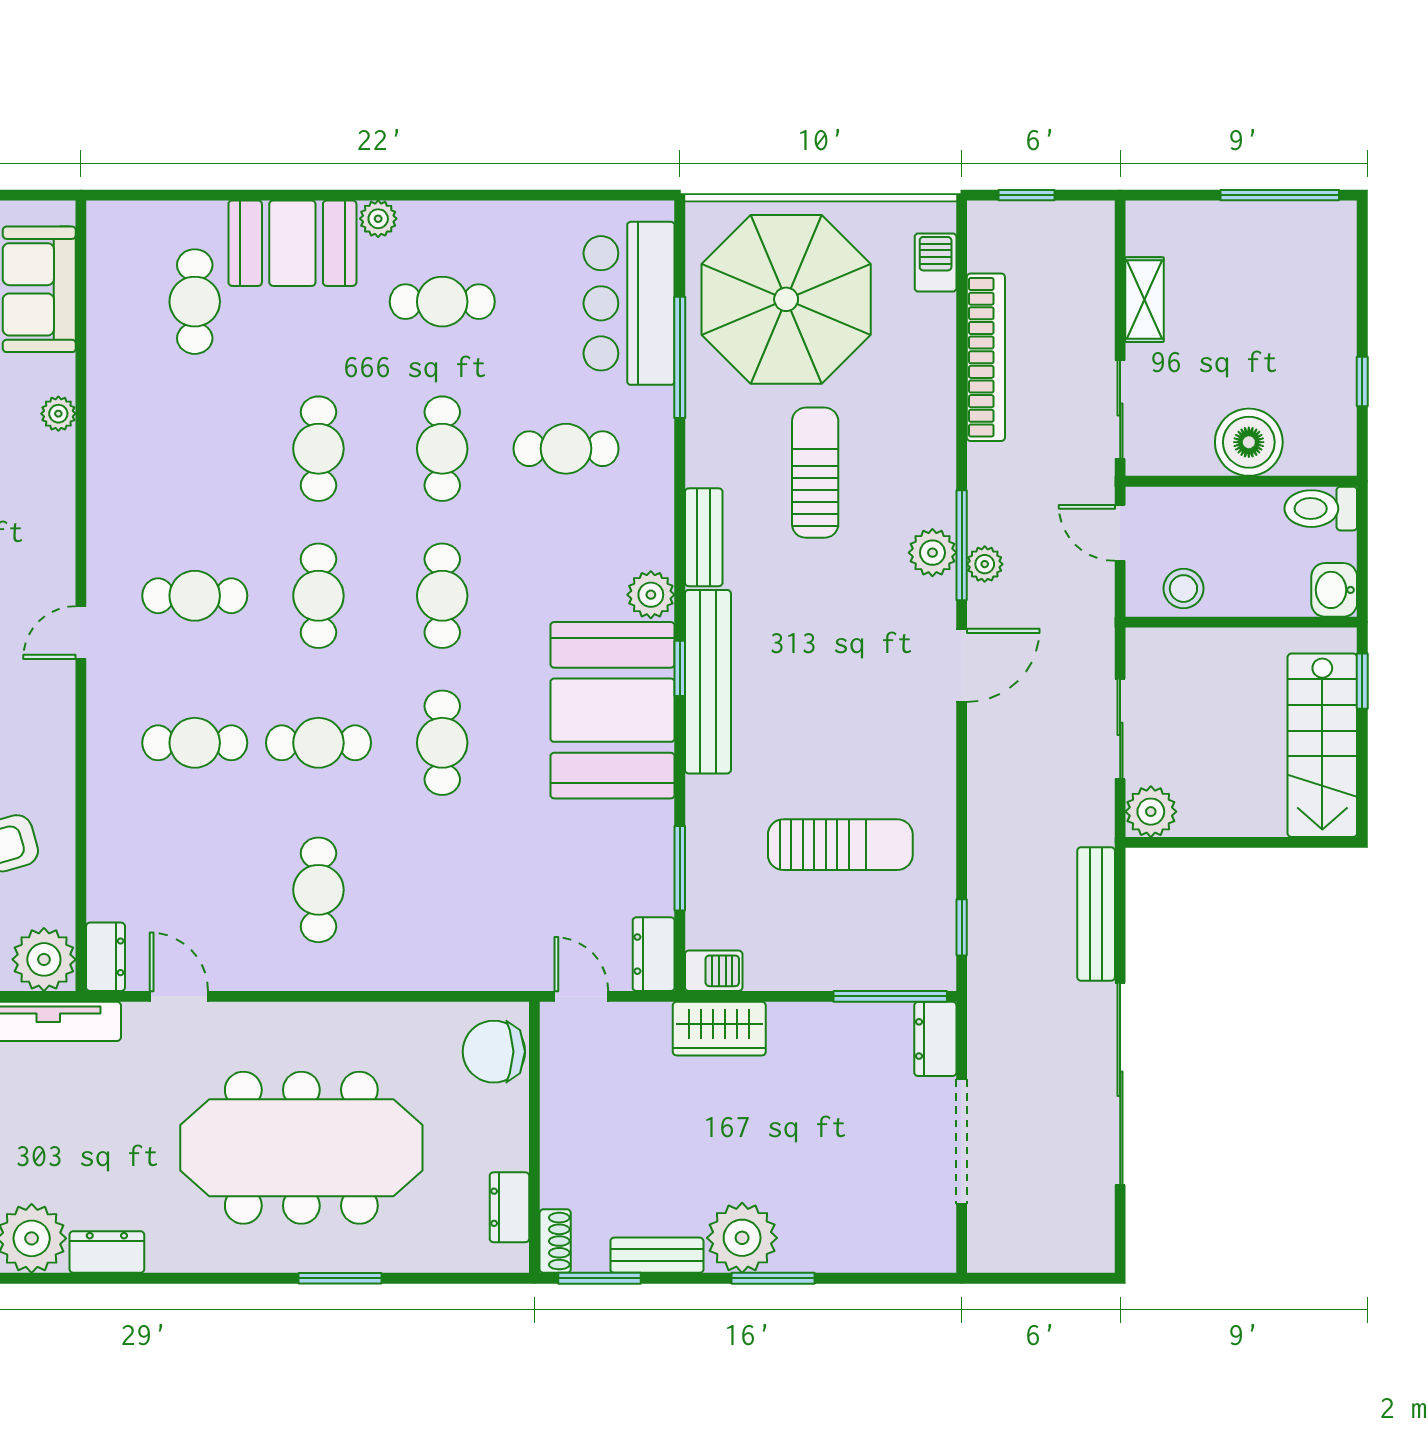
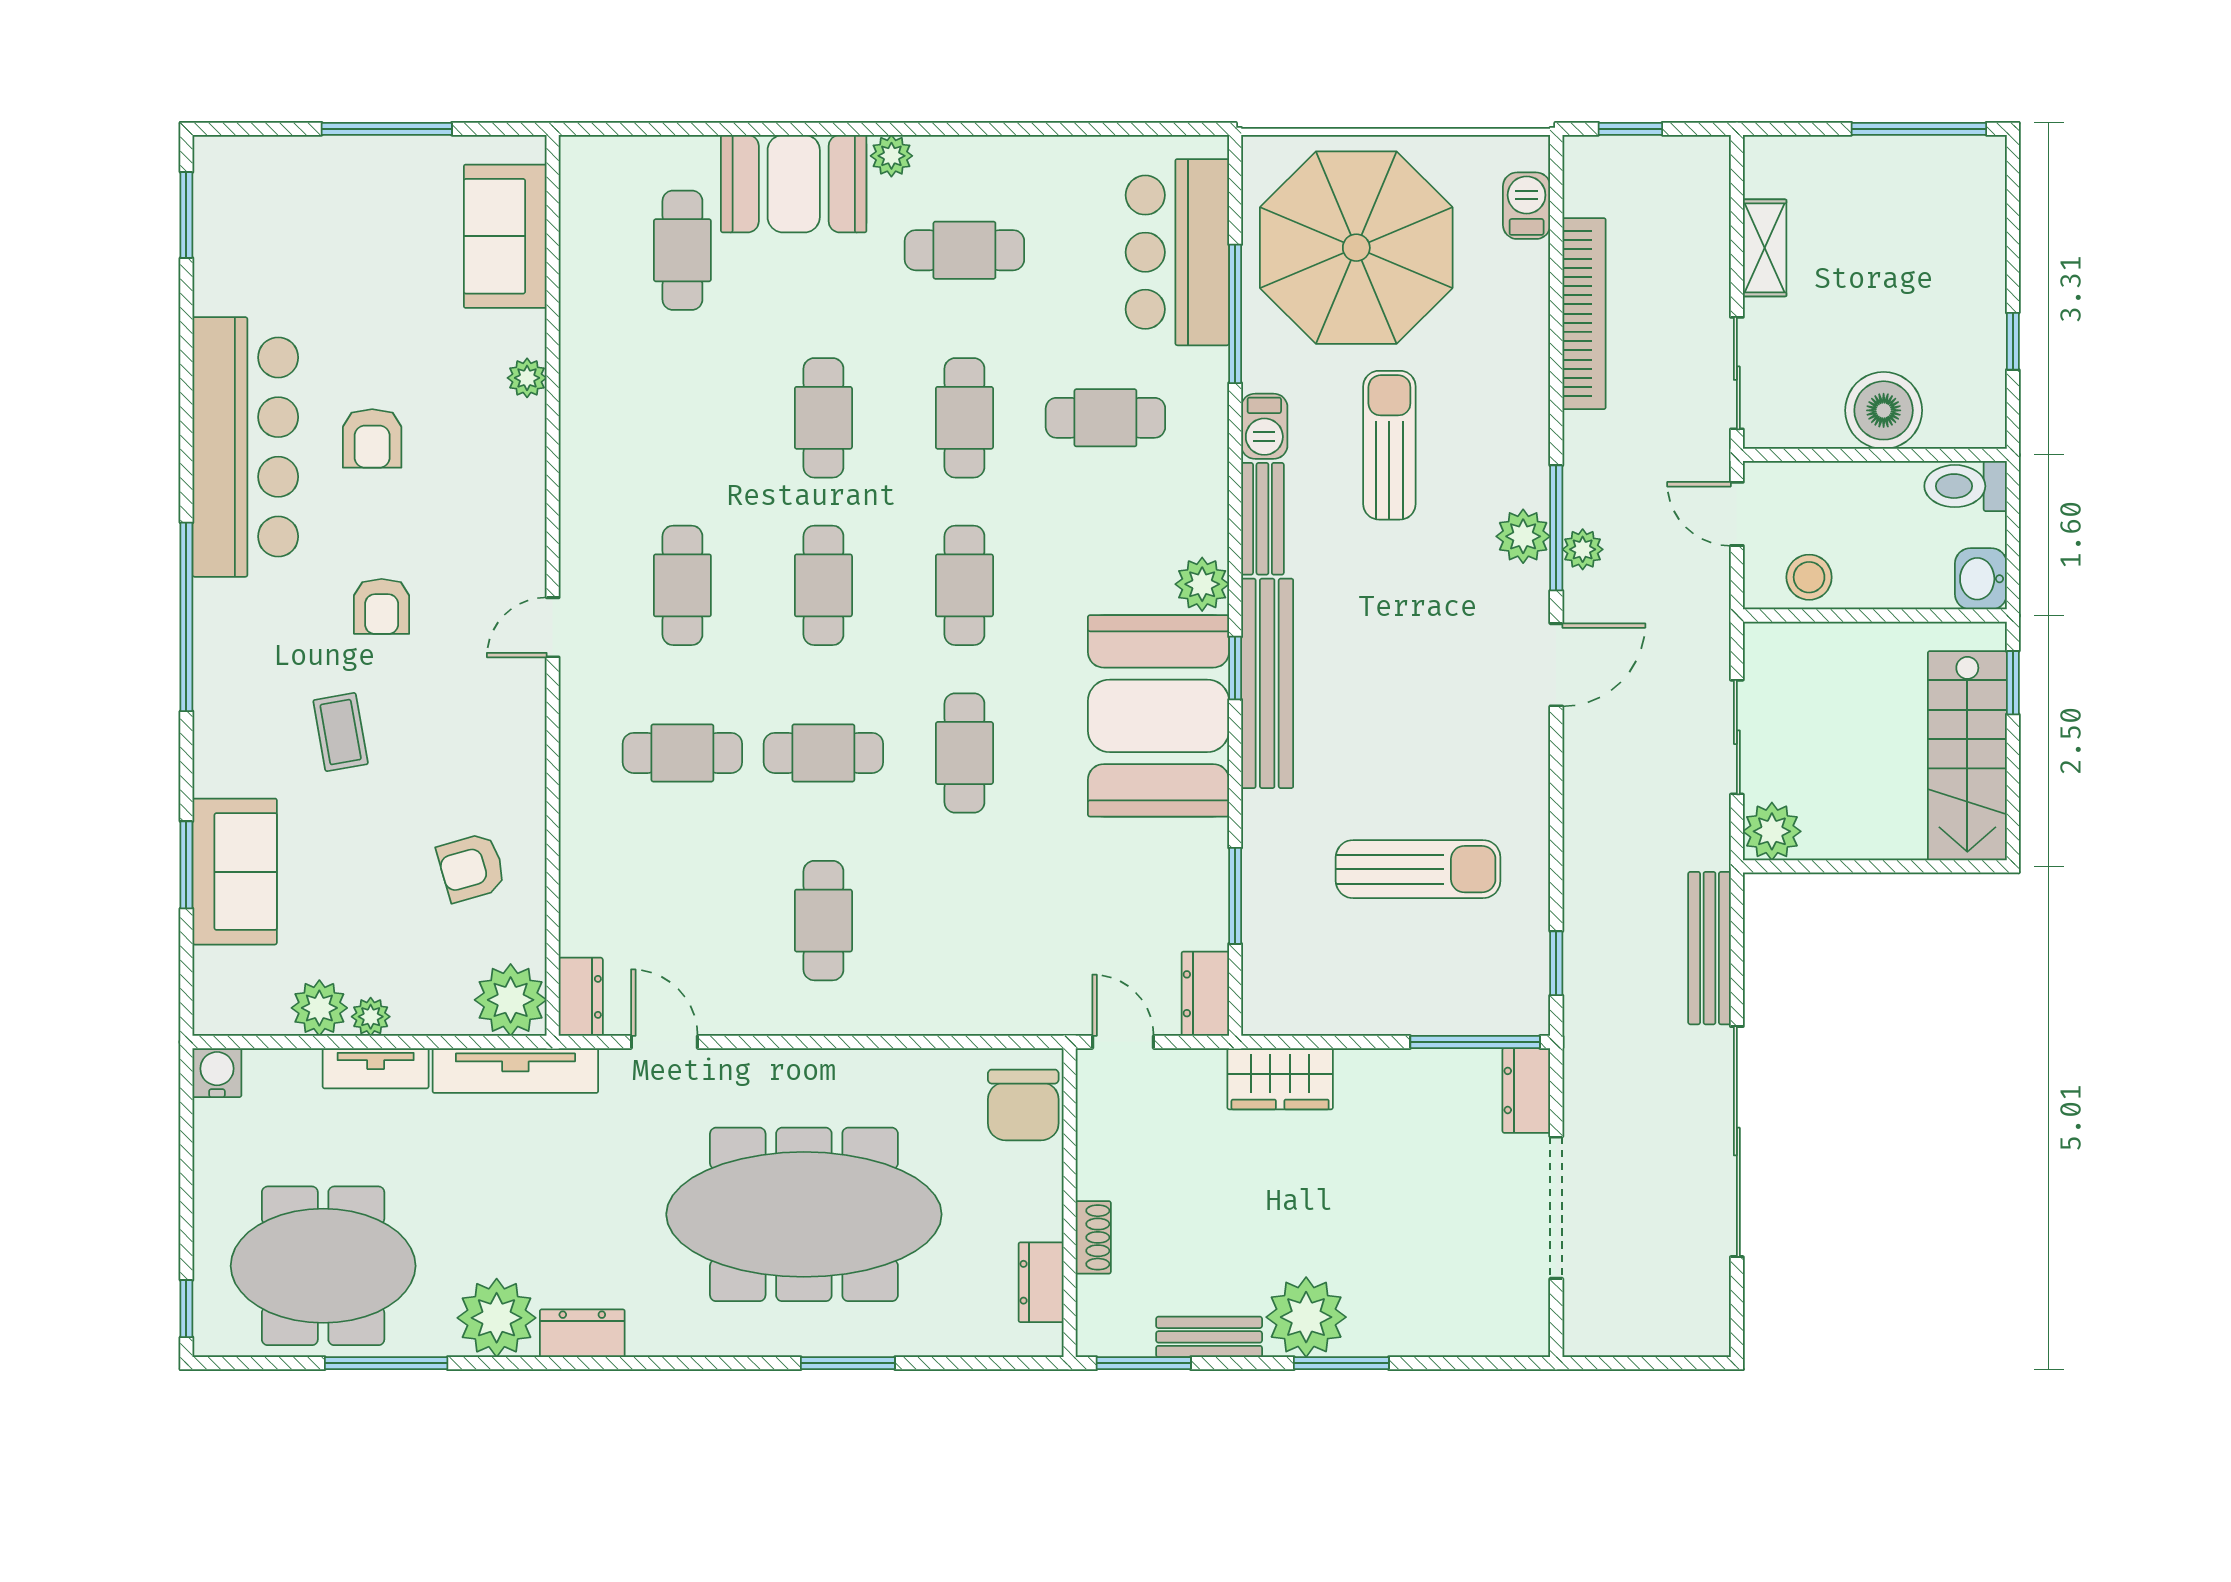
cafe table: (195, 596) -> (682, 585), turned 90
barbecue: (714, 971) -> (1264, 426), moved, turned 90
chair: (494, 1052) -> (1023, 1105), turned -90
shoe rack: (555, 1241) -> (1093, 1237), moved

